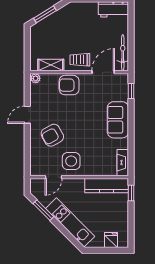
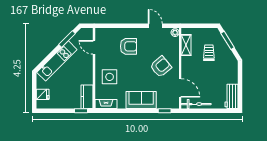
trolley: (80, 60) -> (209, 53), moved
armchair: (69, 85) -> (161, 67), moved, turned 50
door: (27, 115) -> (155, 26), moved
armchair: (52, 135) -> (128, 46), turned 119
side table: (71, 161) -> (110, 77), moved
kitchen counter: (107, 186) -> (87, 97), width x0.67

